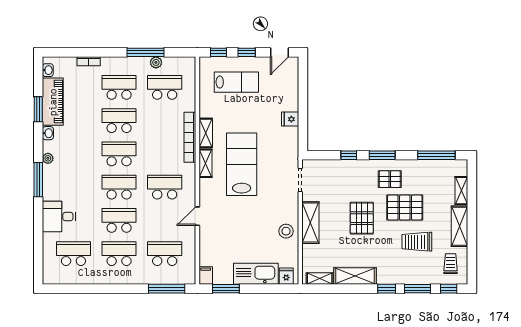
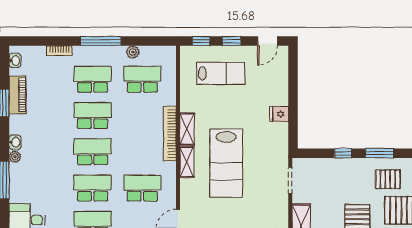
window: (146, 52) -> (101, 41), moved
piano: (53, 102) -> (18, 95), width x0.73, depth x0.75
washbasin: (48, 133) -> (15, 142), moved
lab bench: (242, 164) -> (226, 163), turned 180

